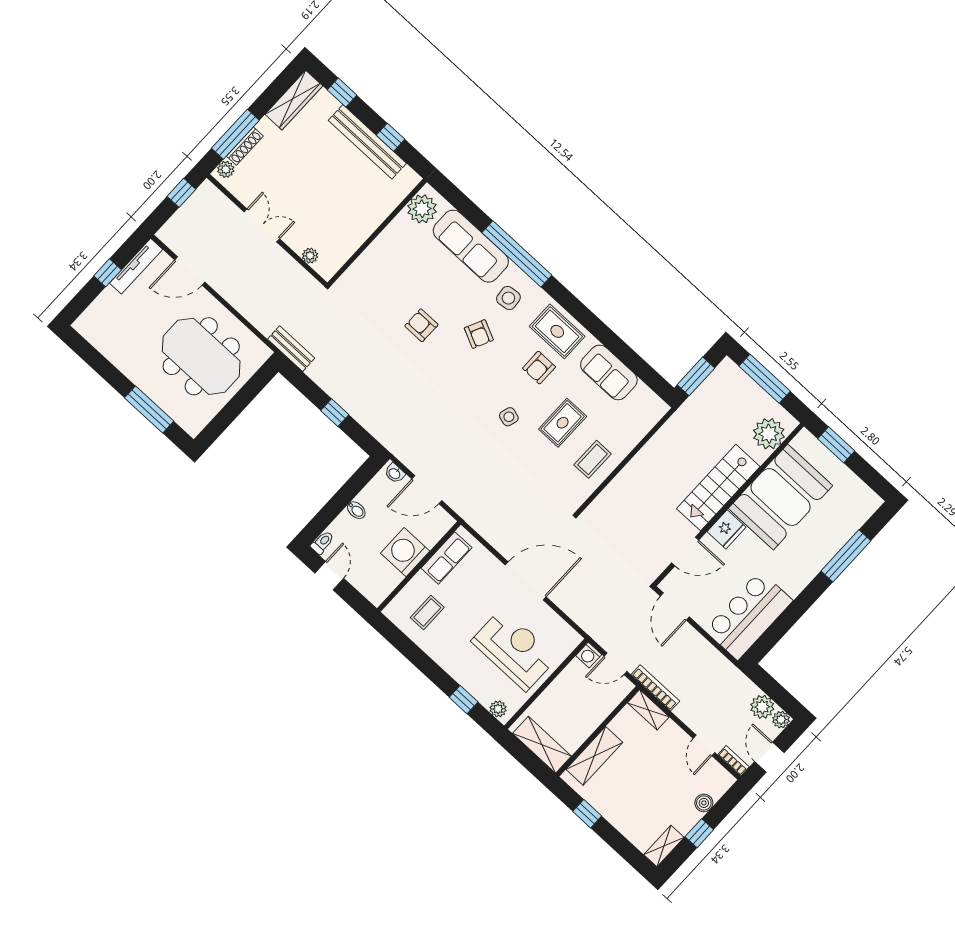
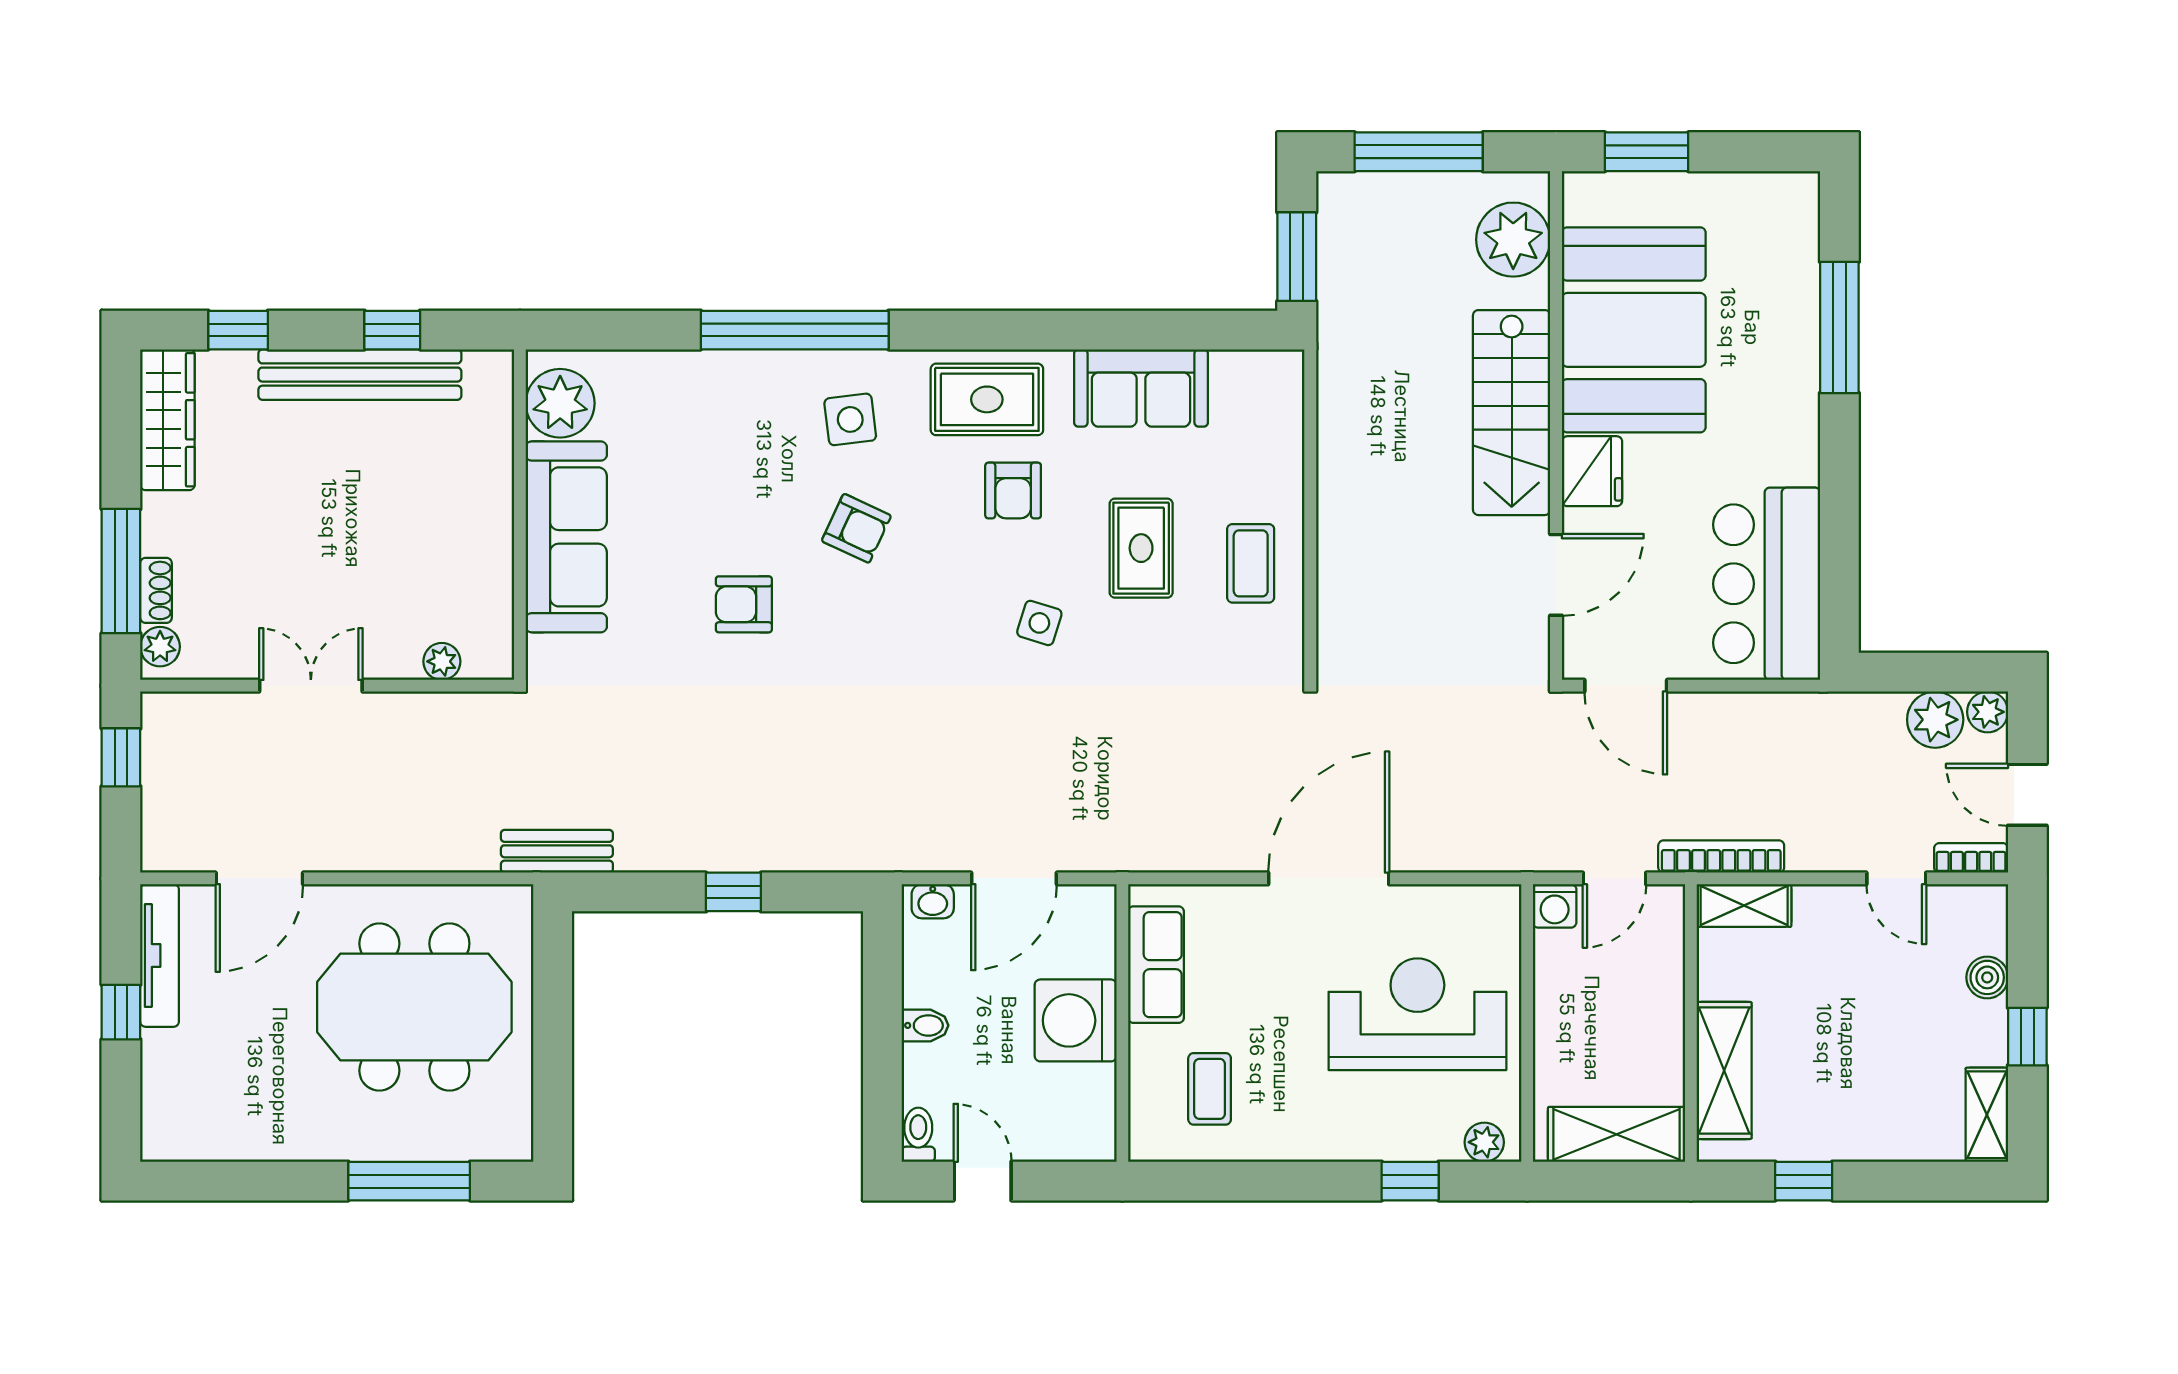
shoe rack: (245, 146) -> (156, 590), width x0.70
sofa: (471, 246) -> (566, 537), moved, turned -90

